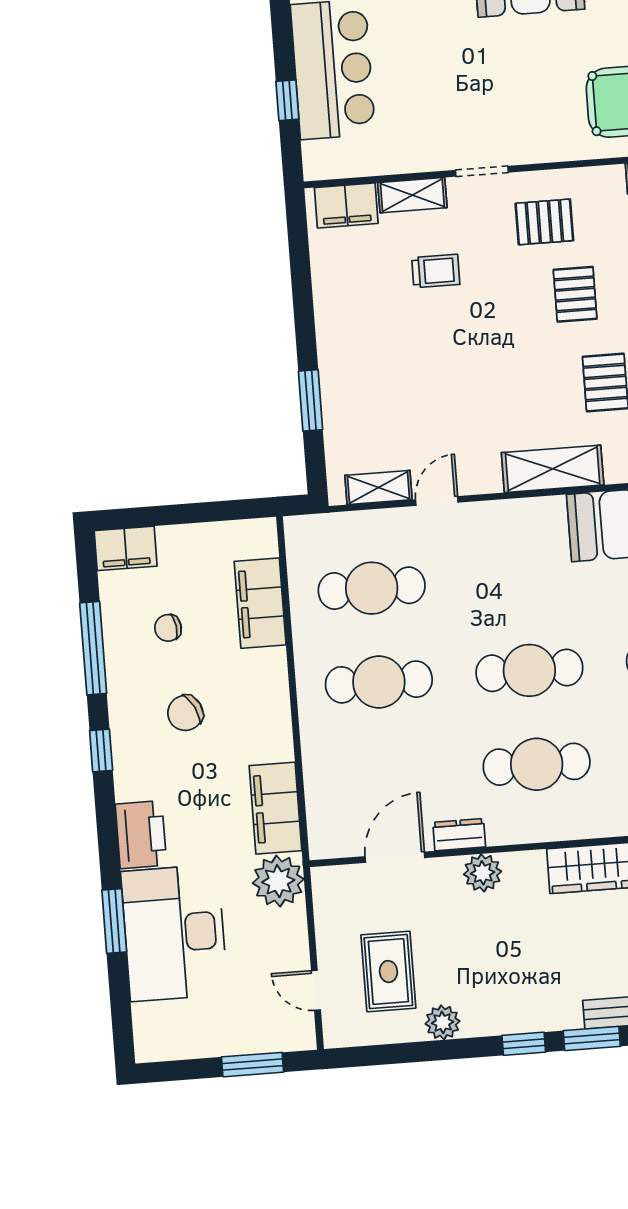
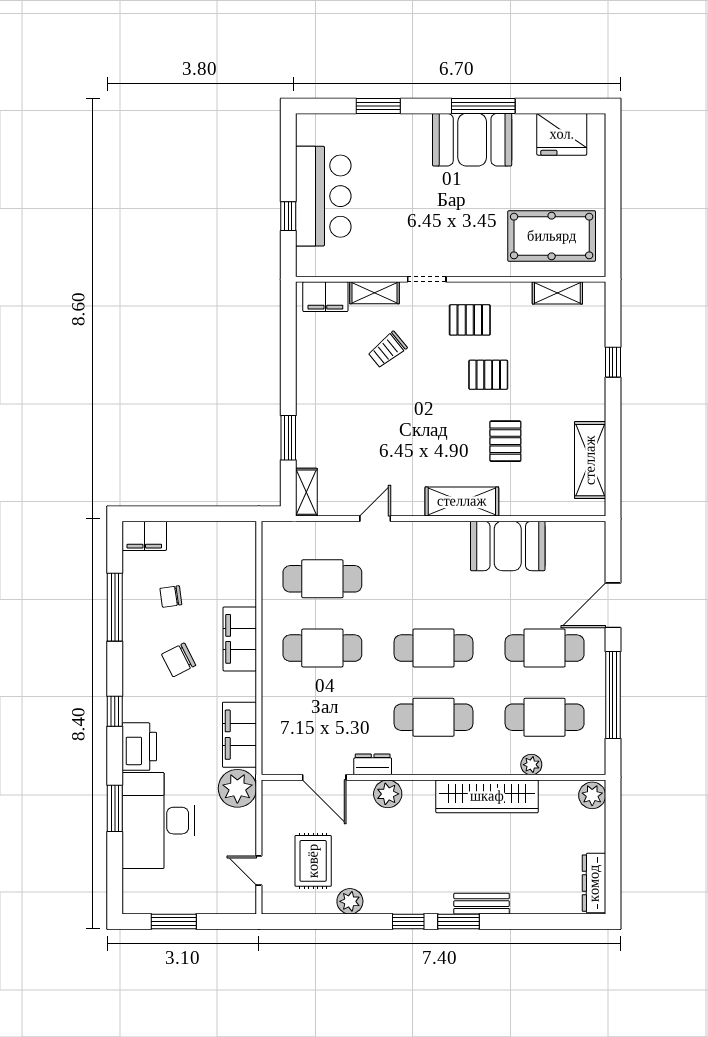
trolley: (436, 271) -> (387, 350), turned 141
pallet: (575, 294) -> (488, 375), turned 90
shelving: (378, 487) -> (306, 492), moved, turned 90
filing cabinet: (260, 603) -> (240, 639), moved
window: (101, 751) -> (115, 711), moved
door: (395, 857) -> (324, 777), swing flipped
window: (253, 1065) -> (174, 921), moved

